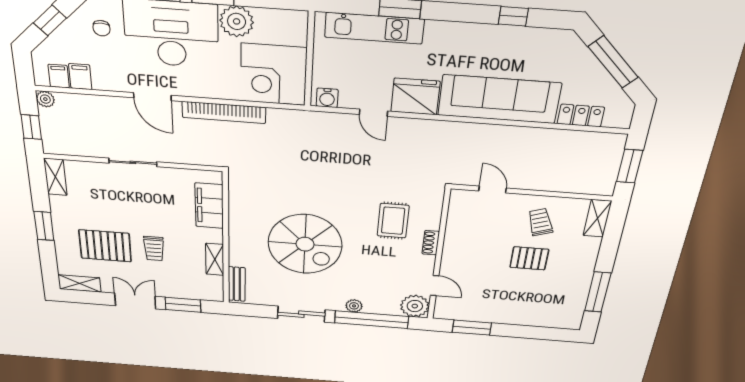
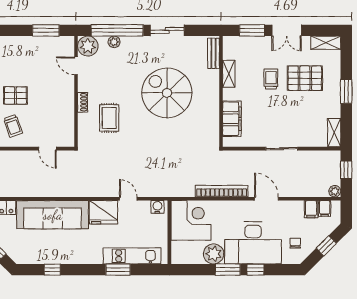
plant: (354, 306) -> (114, 42), moved

